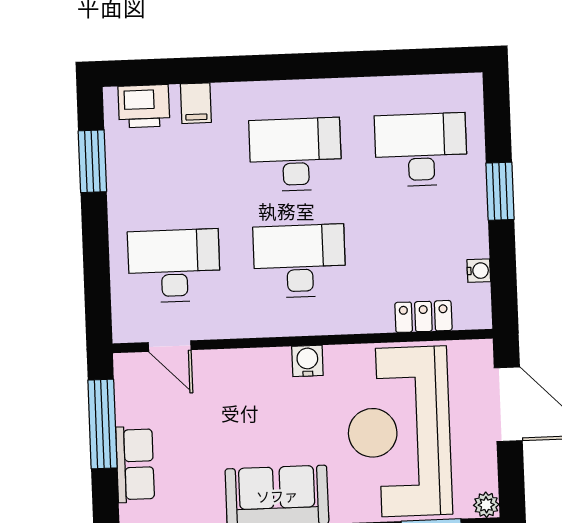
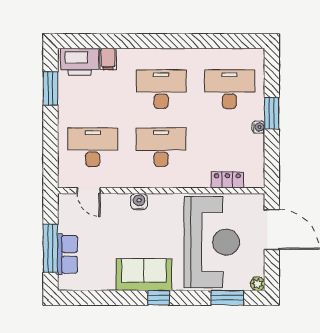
printer: (144, 106) -> (80, 62), width x1.37, depth x1.19
water cooler: (479, 271) -> (258, 127), moved
water cooler: (307, 361) -> (139, 202), moved
window: (102, 424) -> (50, 248), moved
reception desk: (399, 432) -> (212, 242), turned 180

